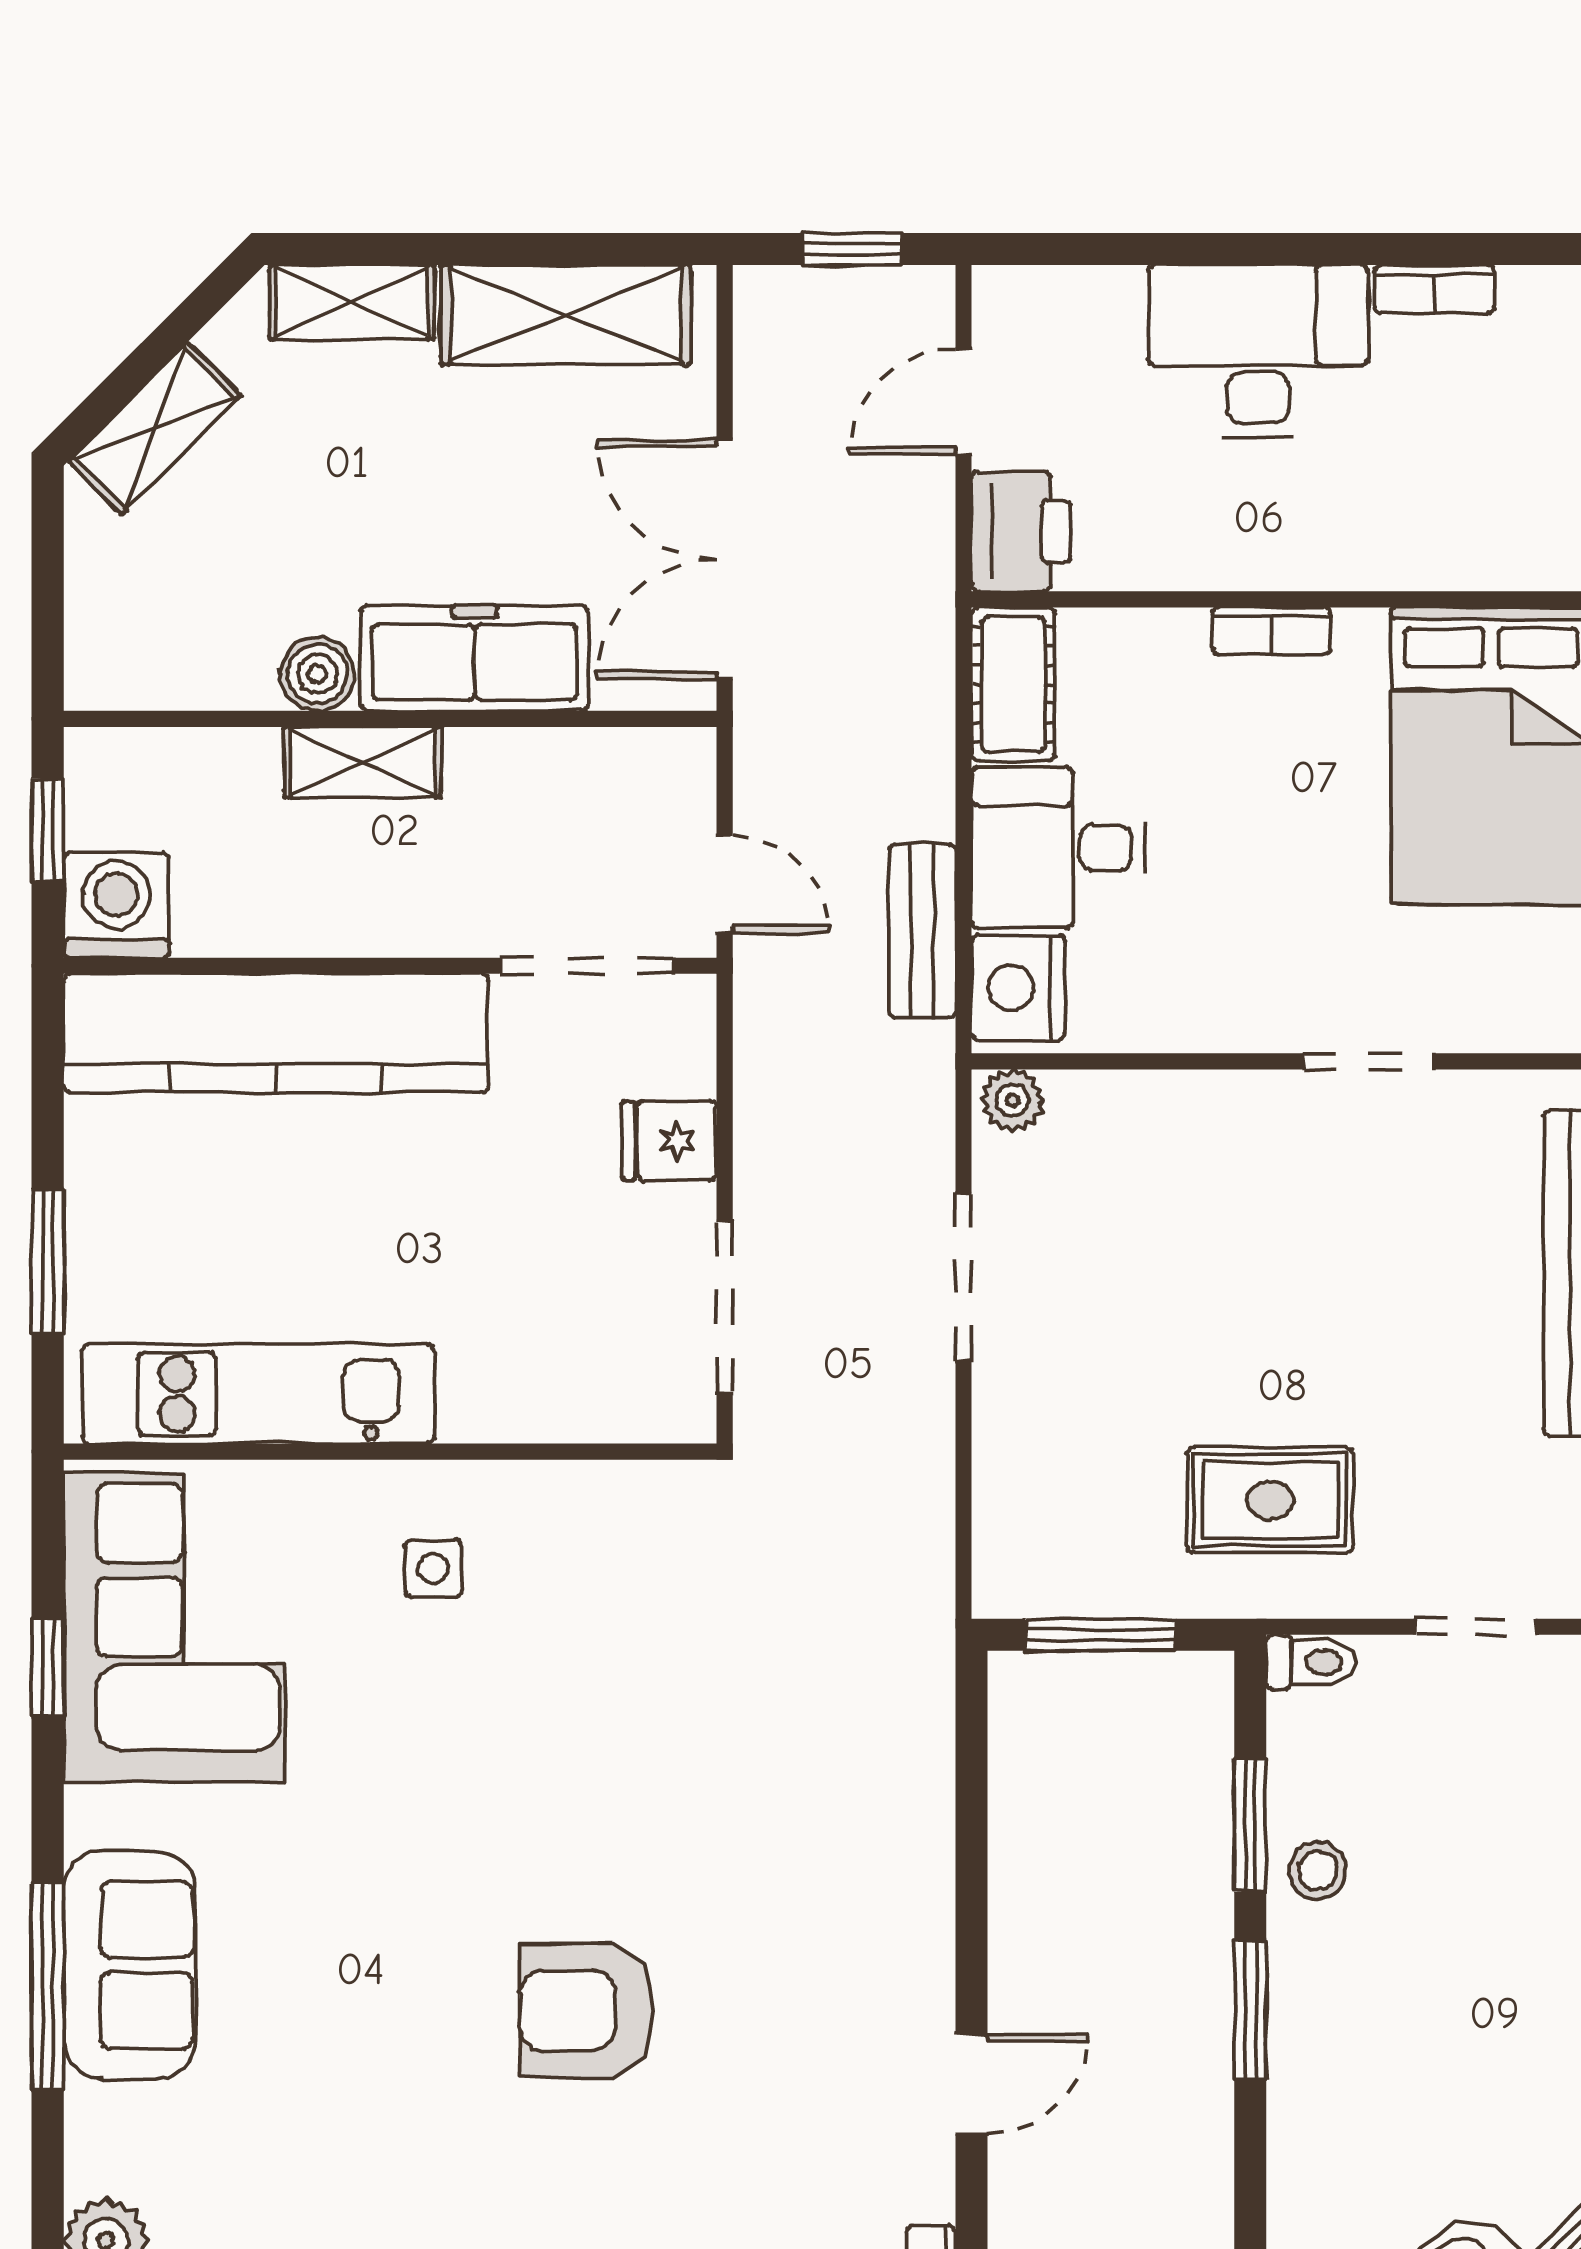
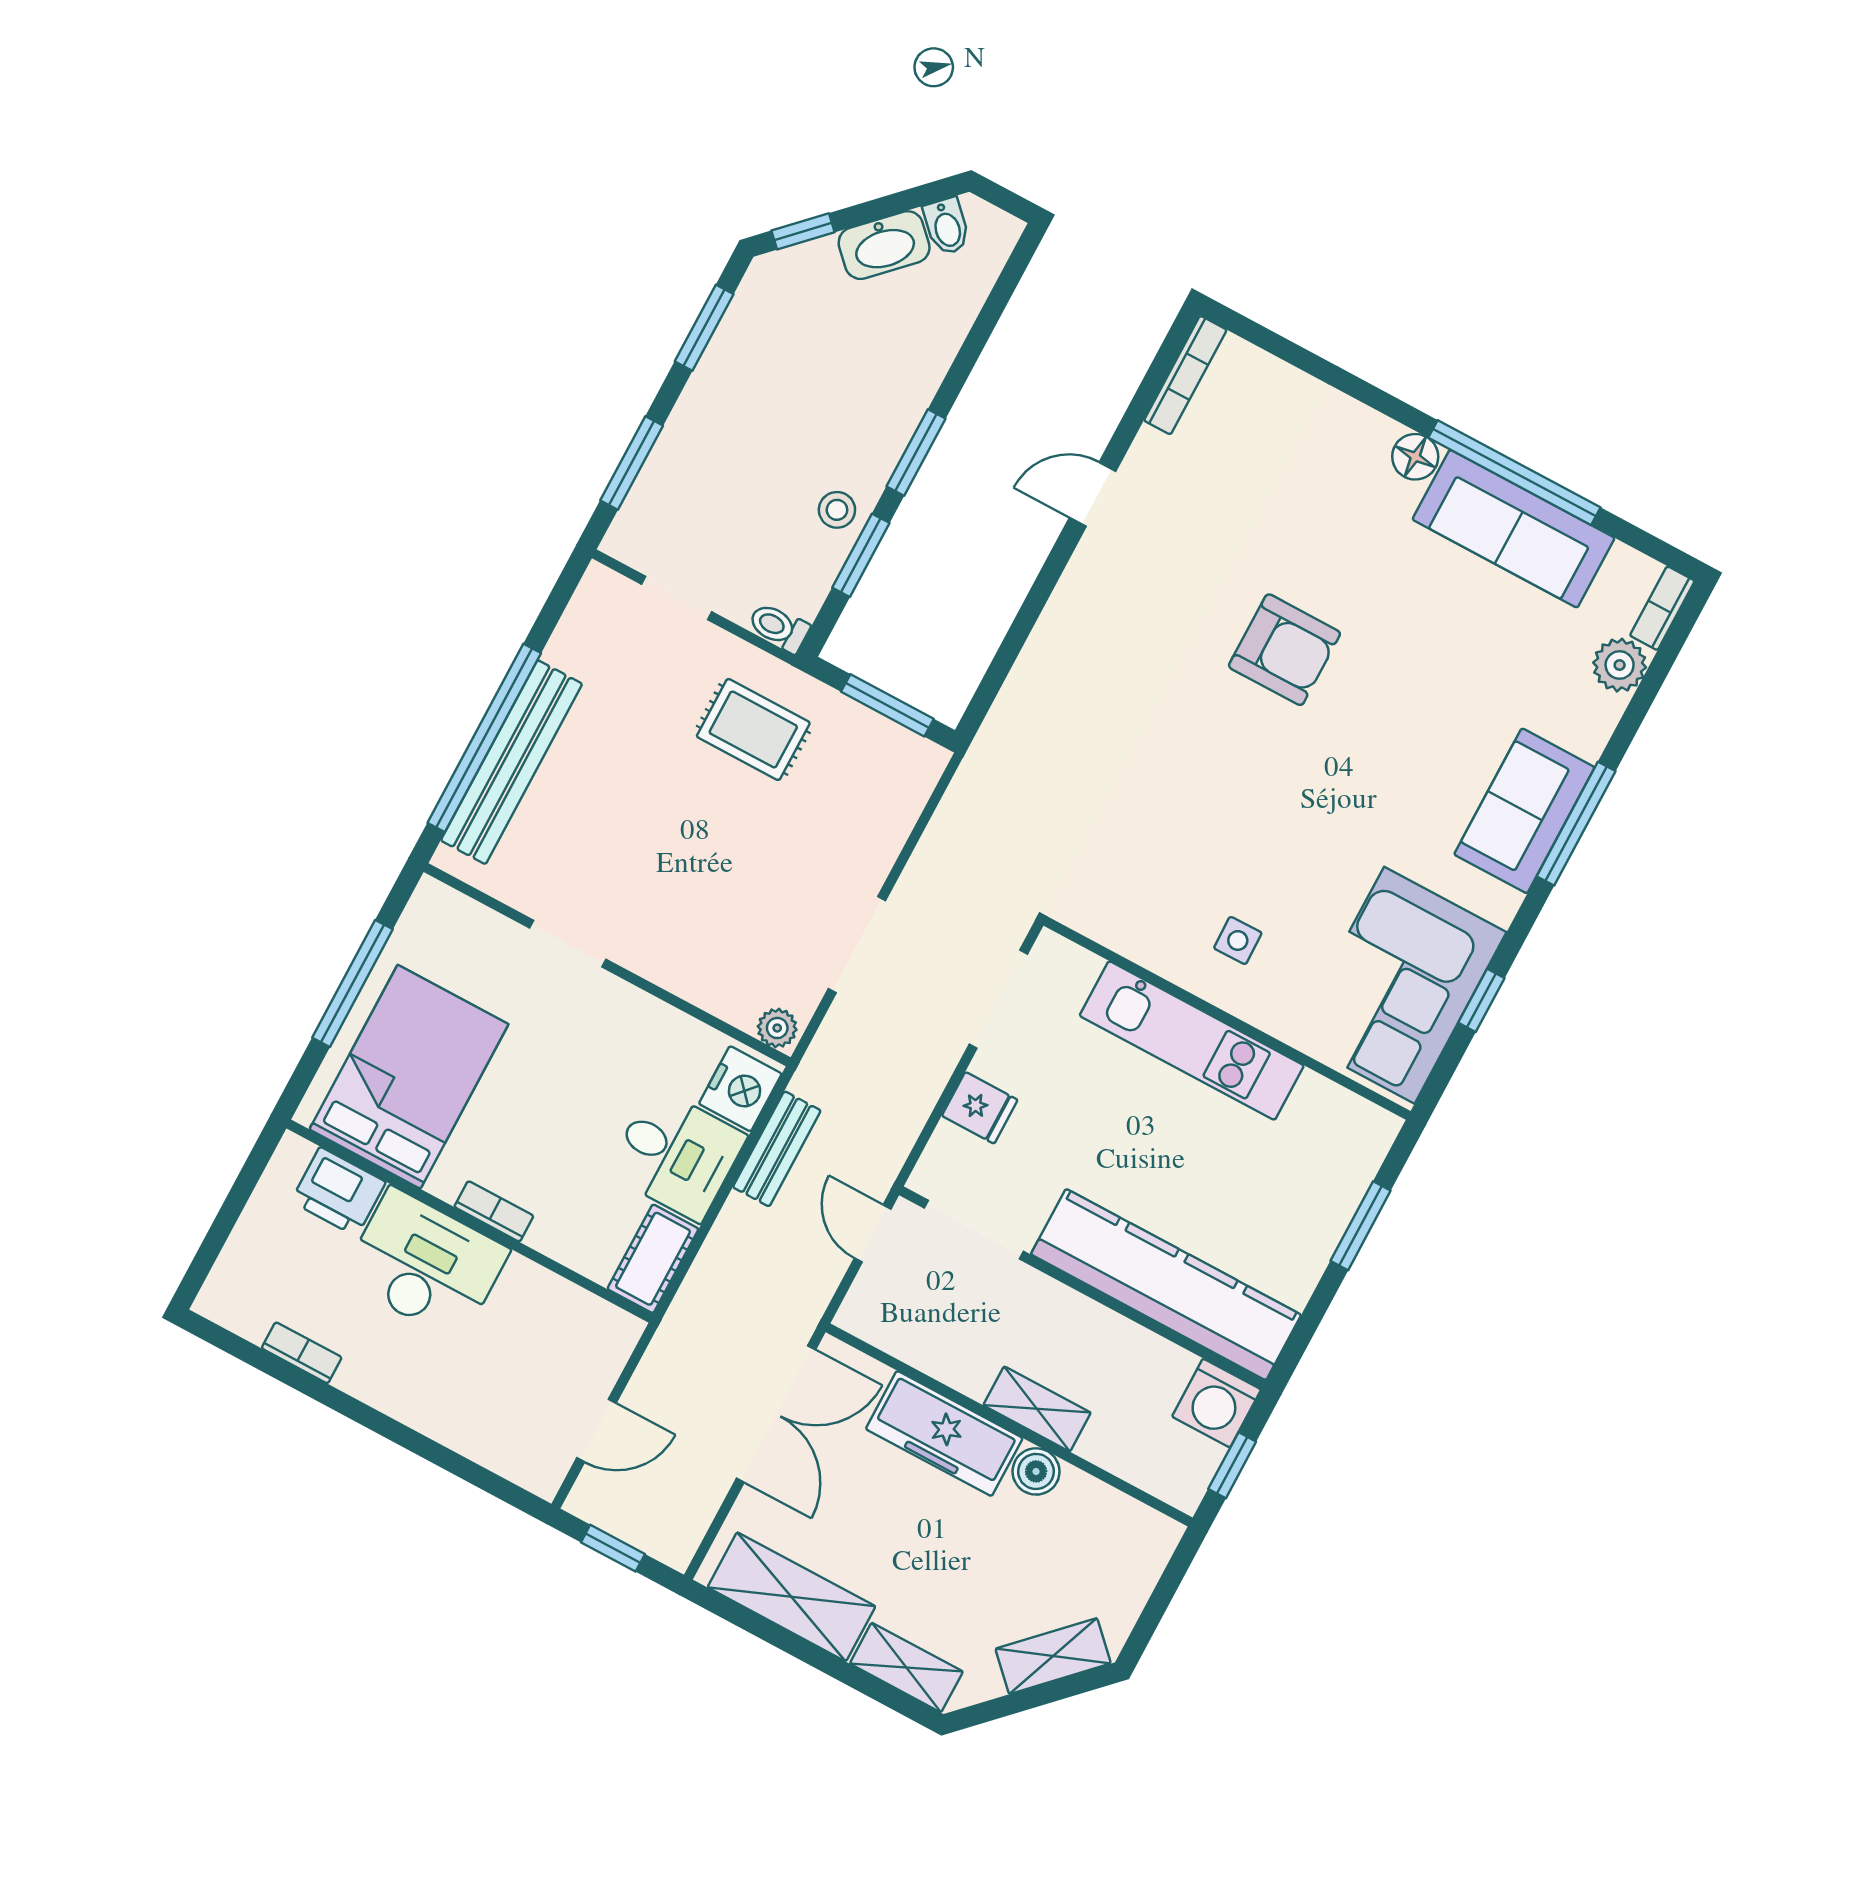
desk: (1258, 351) -> (425, 1265), moved, turned 180
printer: (1021, 531) -> (338, 1192), moved, turned -90
kitchen unit: (258, 1394) -> (1192, 1041), moved

